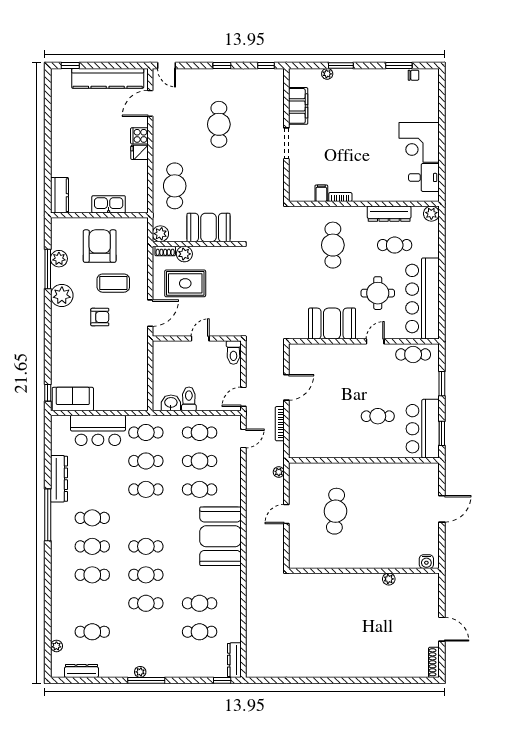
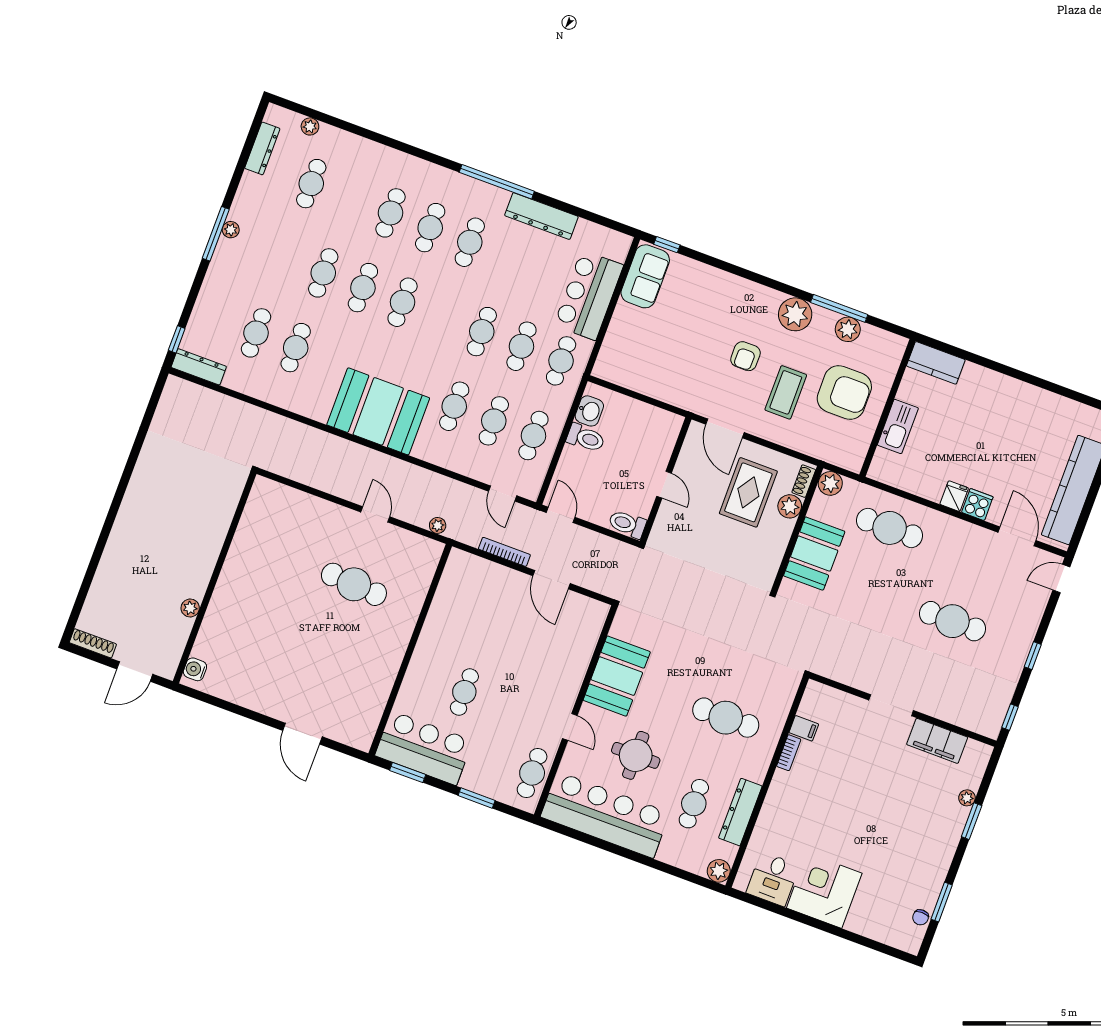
water cooler: (426, 562) -> (195, 669), moved
wall: (364, 571) -> (215, 577), moved
plant: (389, 579) -> (190, 608), moved

